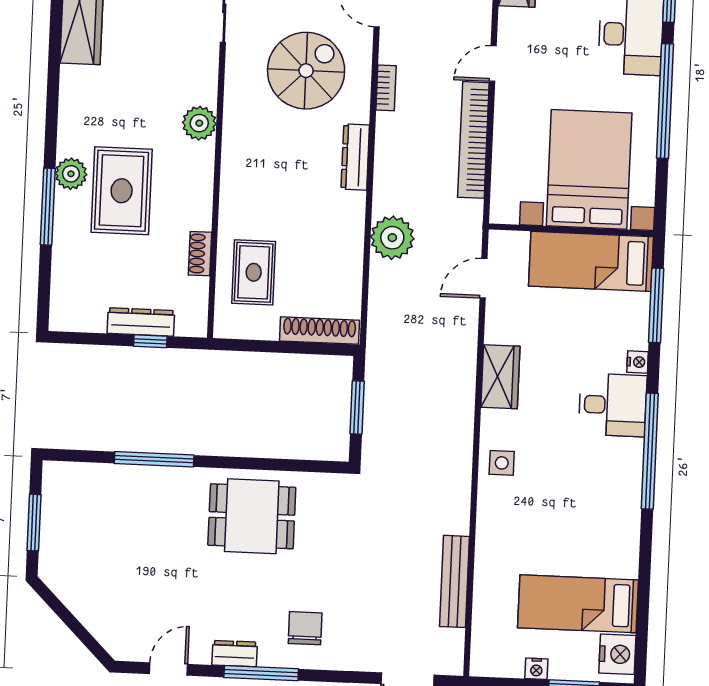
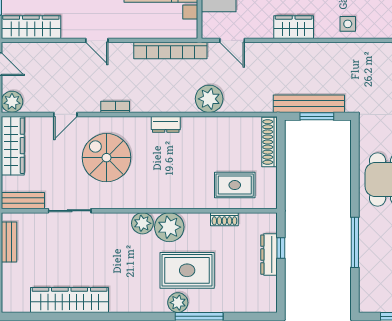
bookcase: (473, 140) -> (170, 51), moved
dresser: (355, 157) -> (166, 124), width x0.70
plant: (191, 165) -> (169, 227), added
bench: (378, 396) -> (309, 104), added

